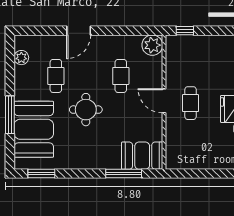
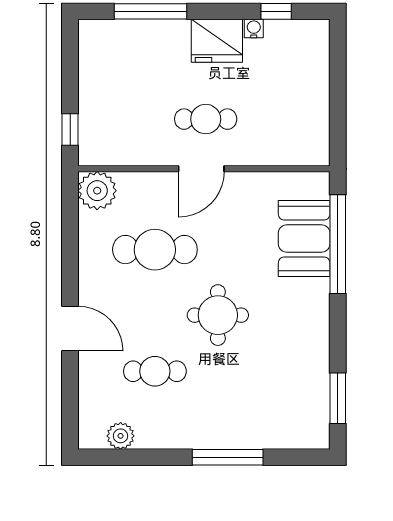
cafe table: (121, 76) -> (155, 250), width x1.37, depth x1.35
booth: (34, 129) -> (255, 413), removed
booth: (142, 156) -> (304, 238), moved
window: (124, 174) -> (338, 244), width x1.46

